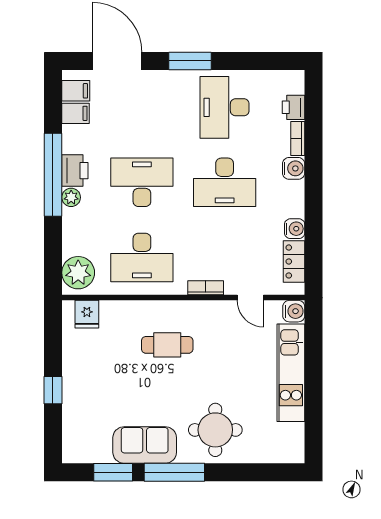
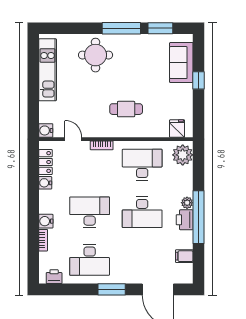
filing cabinet: (76, 91) -> (184, 270), removed
desk: (225, 107) -> (90, 260), turned 90
printer: (294, 107) -> (54, 277), moved, turned -90
kitchen unit: (291, 373) -> (48, 70), moved
sofa: (145, 445) -> (181, 63), moved, turned 90

